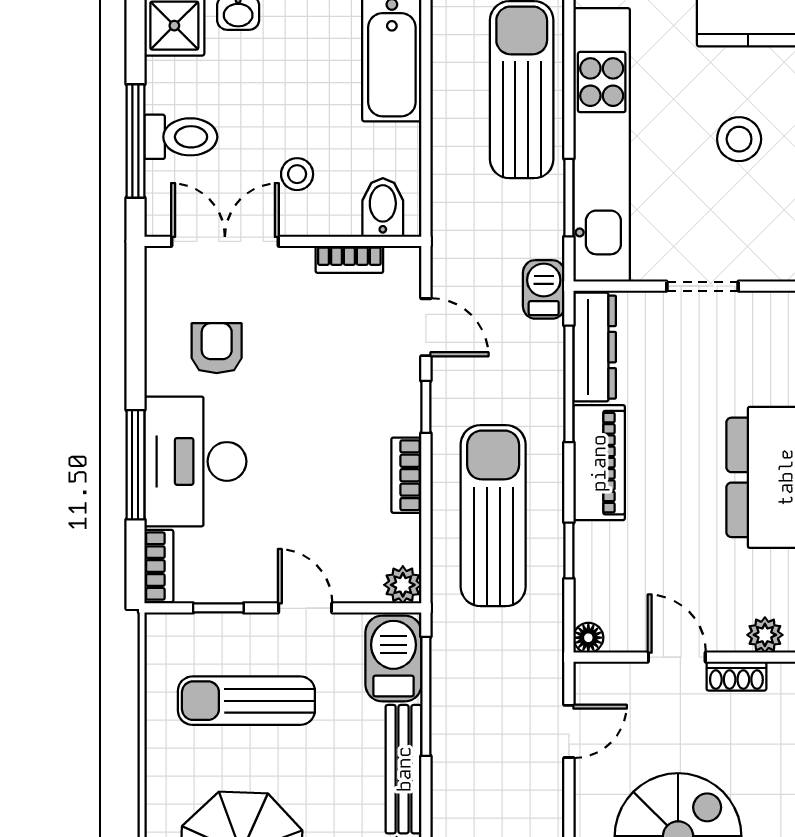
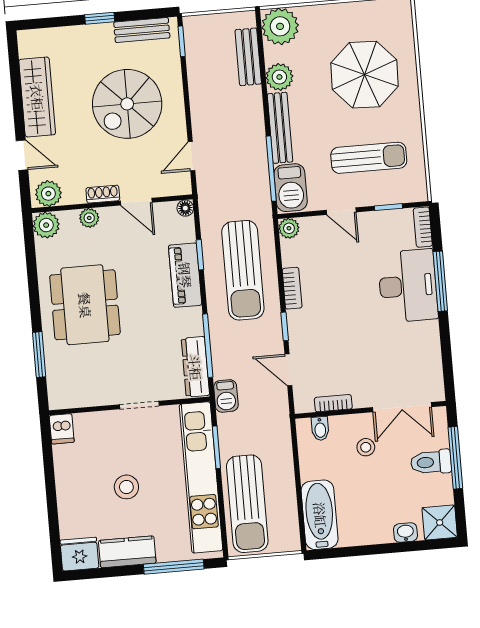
bidet: (383, 208) -> (320, 429), width x0.72, depth x0.74
armchair: (217, 348) -> (401, 349), removed
piano: (599, 463) -> (185, 275), moved

